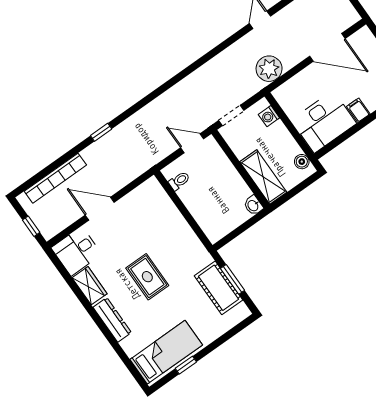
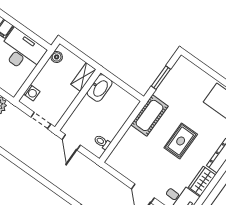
shelving: (263, 177) -> (83, 77), width x0.67, depth x0.75
washbasin: (253, 205) -> (100, 88), width x1.91, depth x1.45
cot: (219, 288) -> (150, 115), moved

